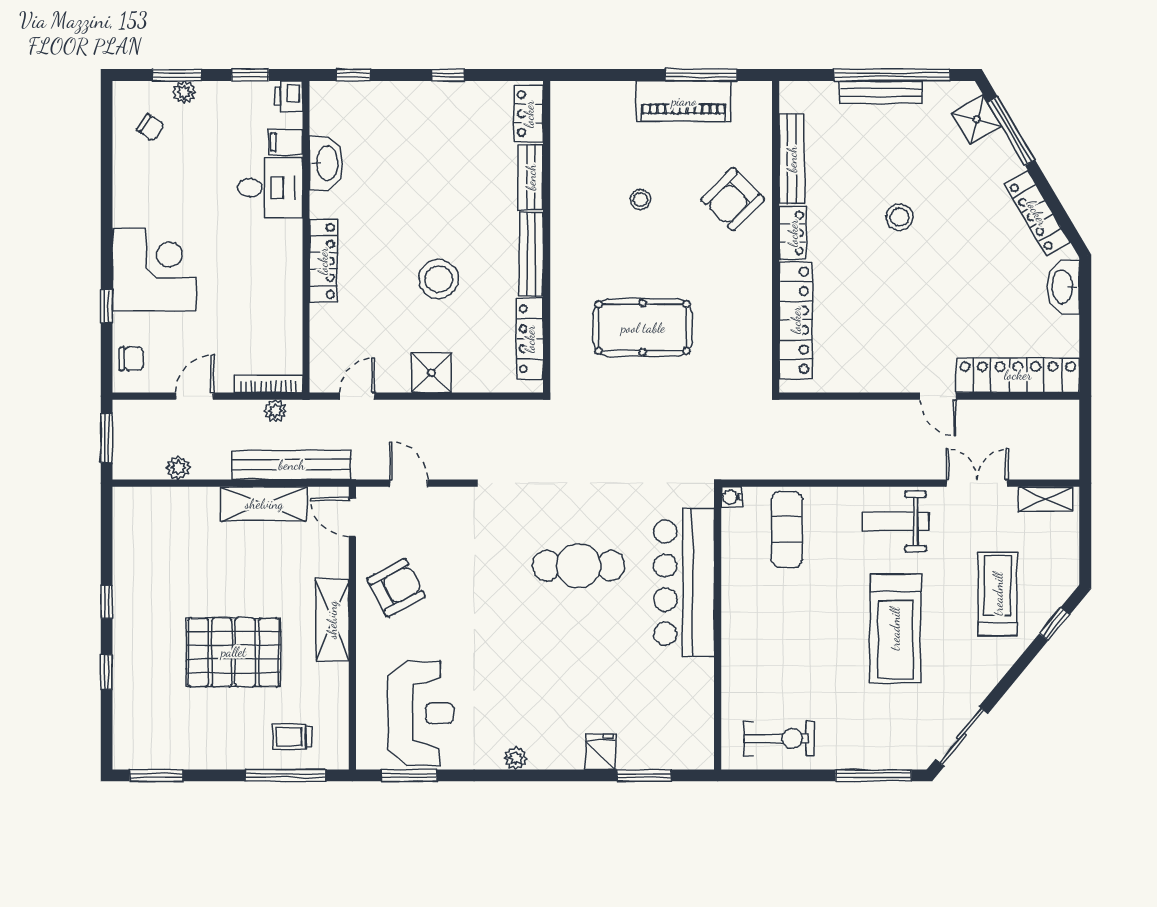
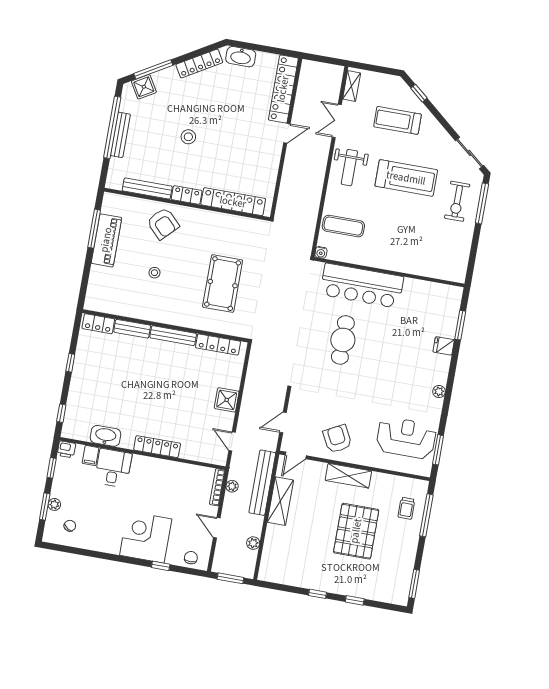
stool: (439, 279) -> (178, 387), removed
exercise bike: (779, 738) -> (457, 201), moved, turned 180

